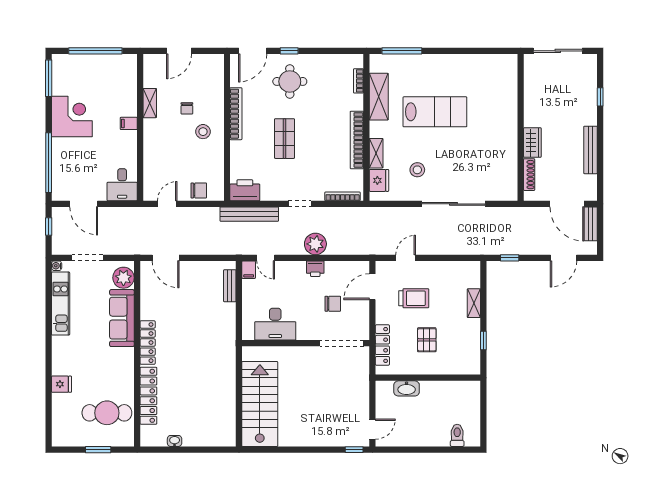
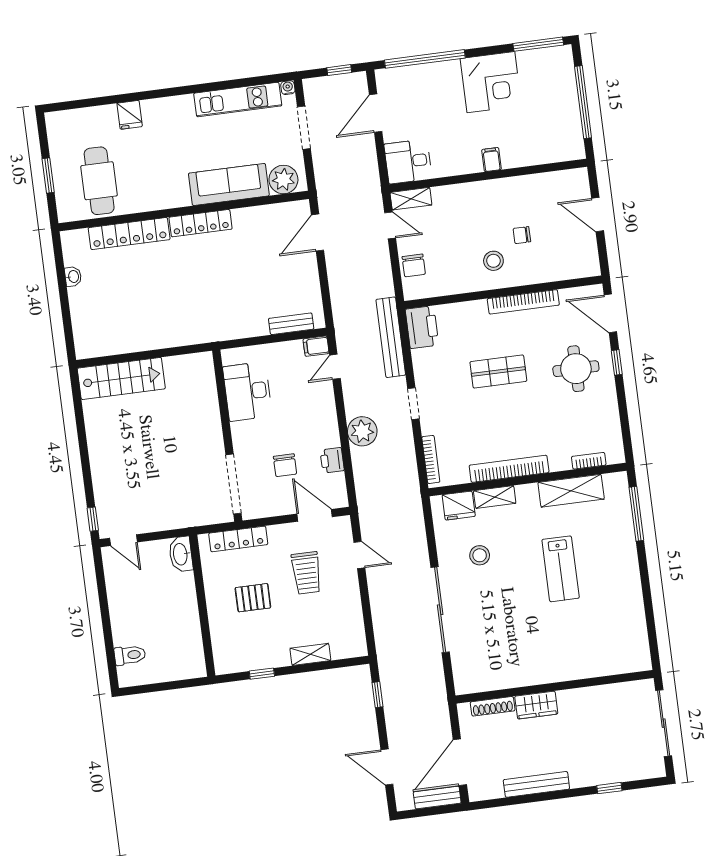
shelving: (150, 103) -> (411, 199), moved
lab bench: (435, 112) -> (561, 569), width x0.73, depth x0.72
printer: (315, 269) -> (332, 460), moved
washbasin: (407, 388) -> (181, 554), moved
stairs: (260, 404) -> (121, 378), width x0.73, depth x0.66

